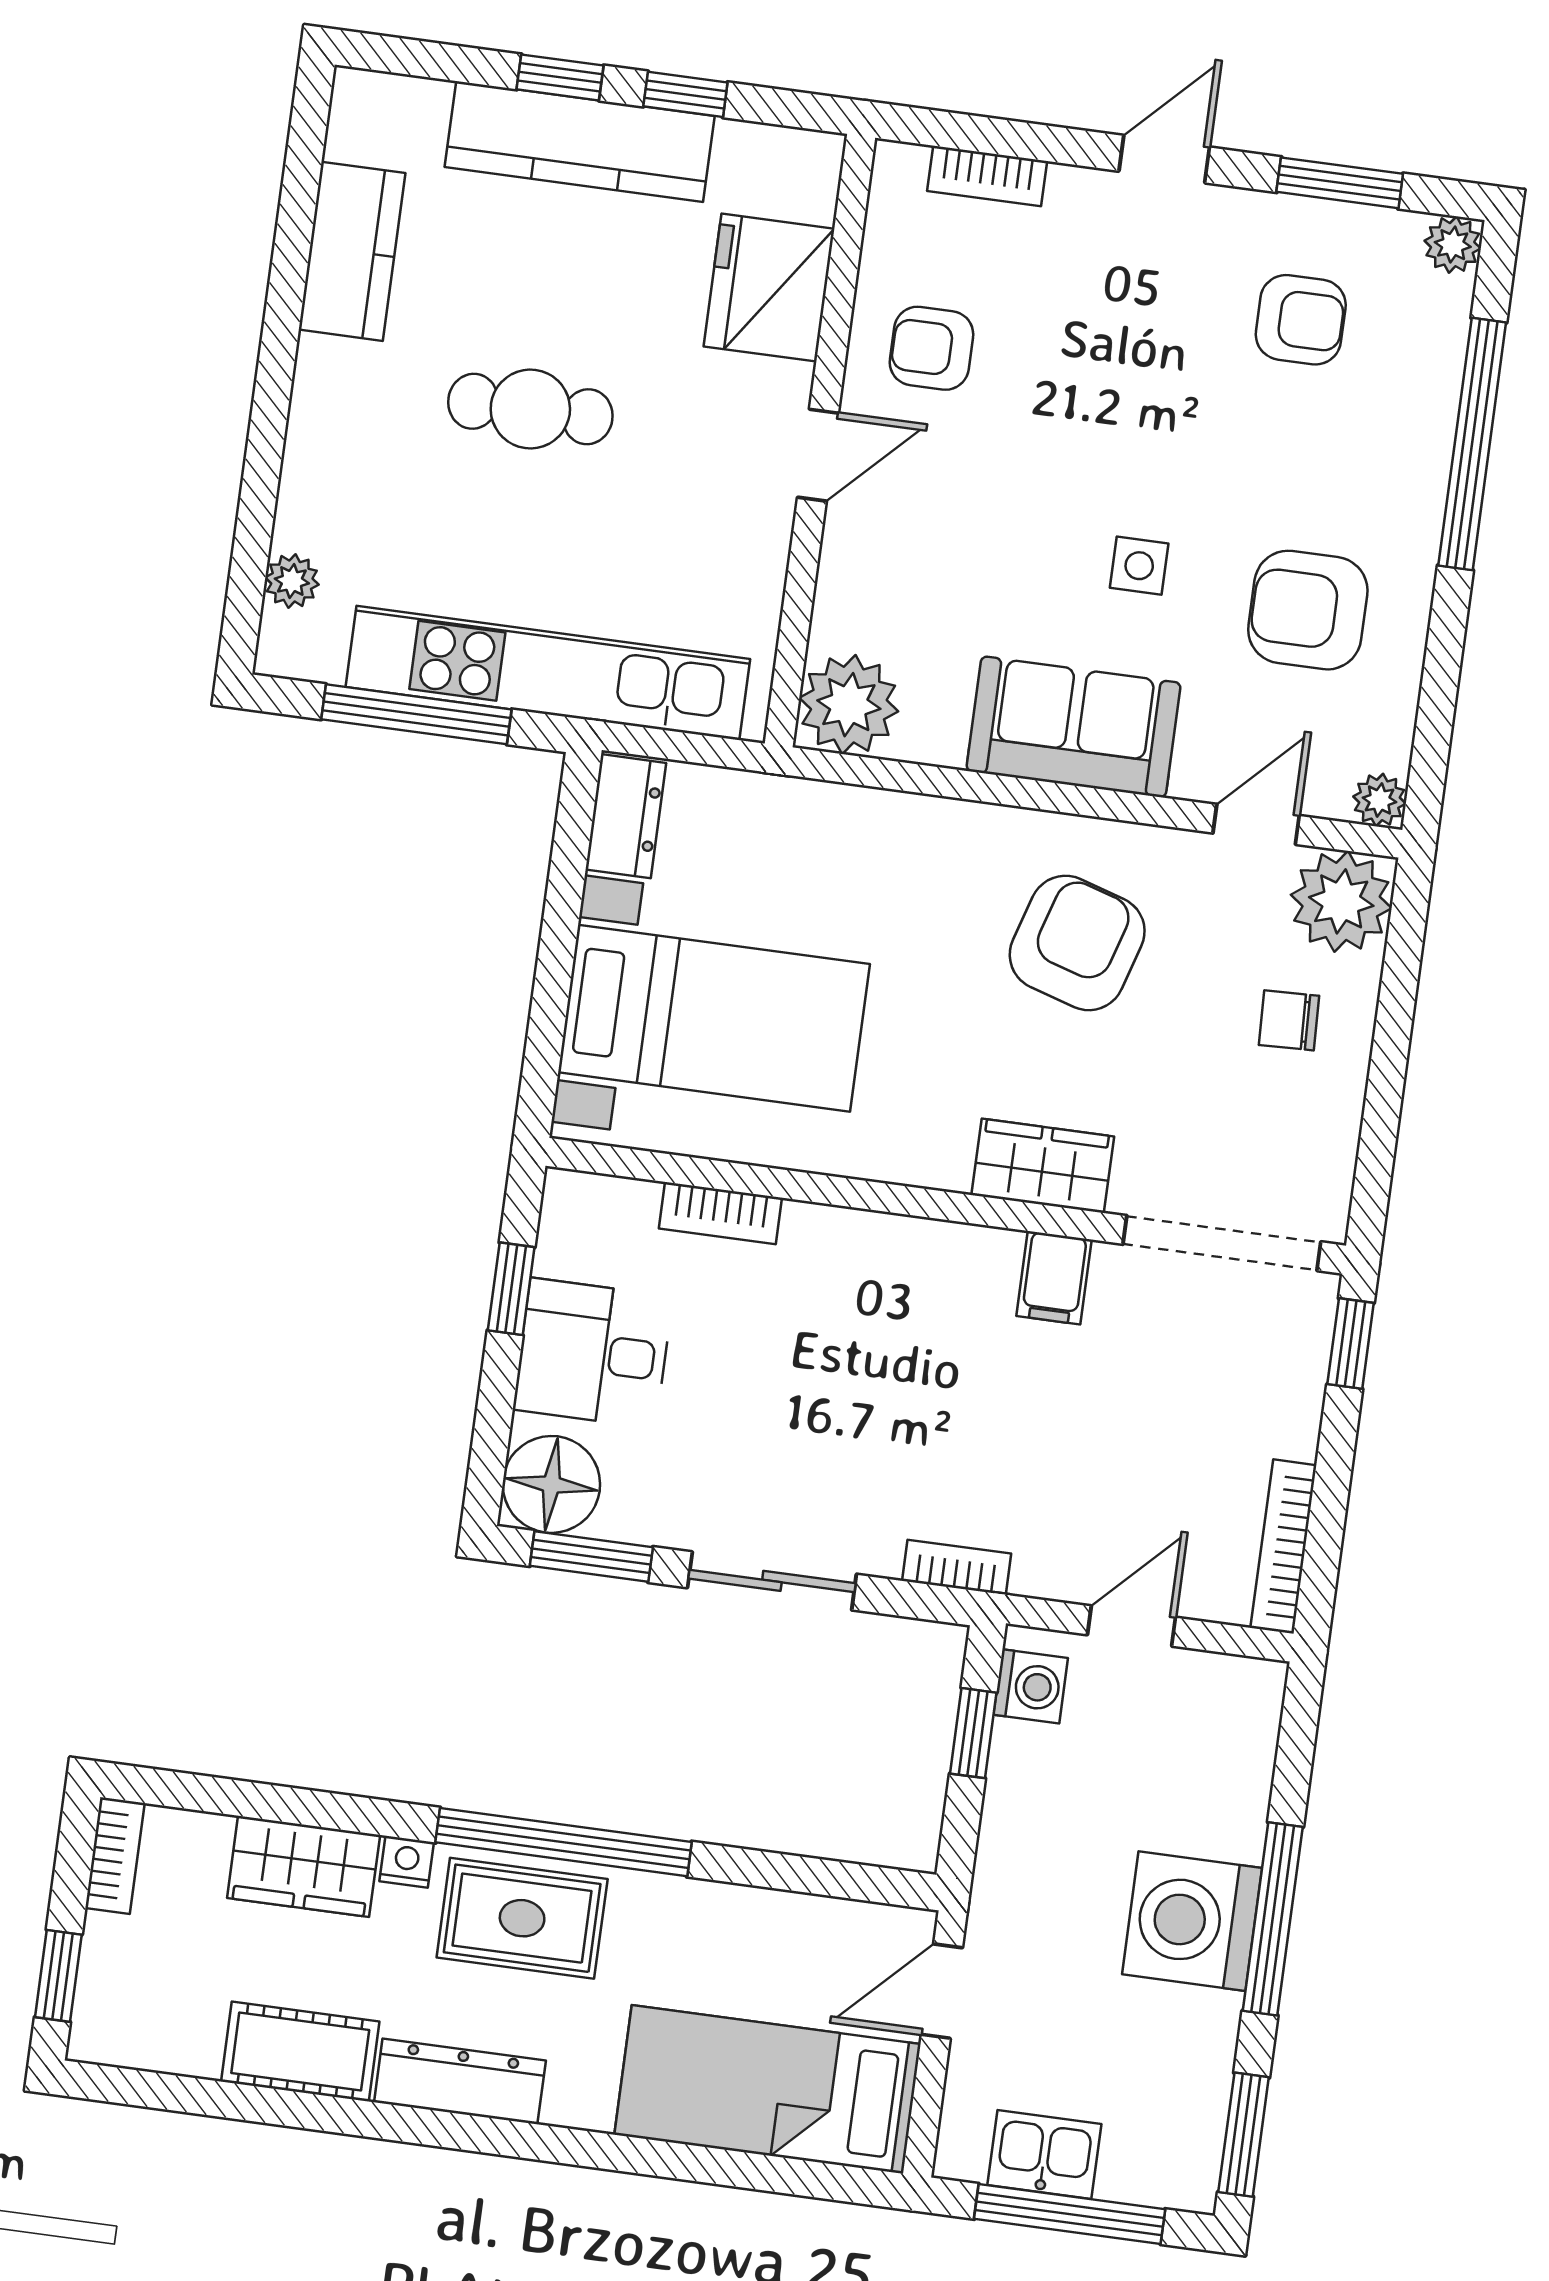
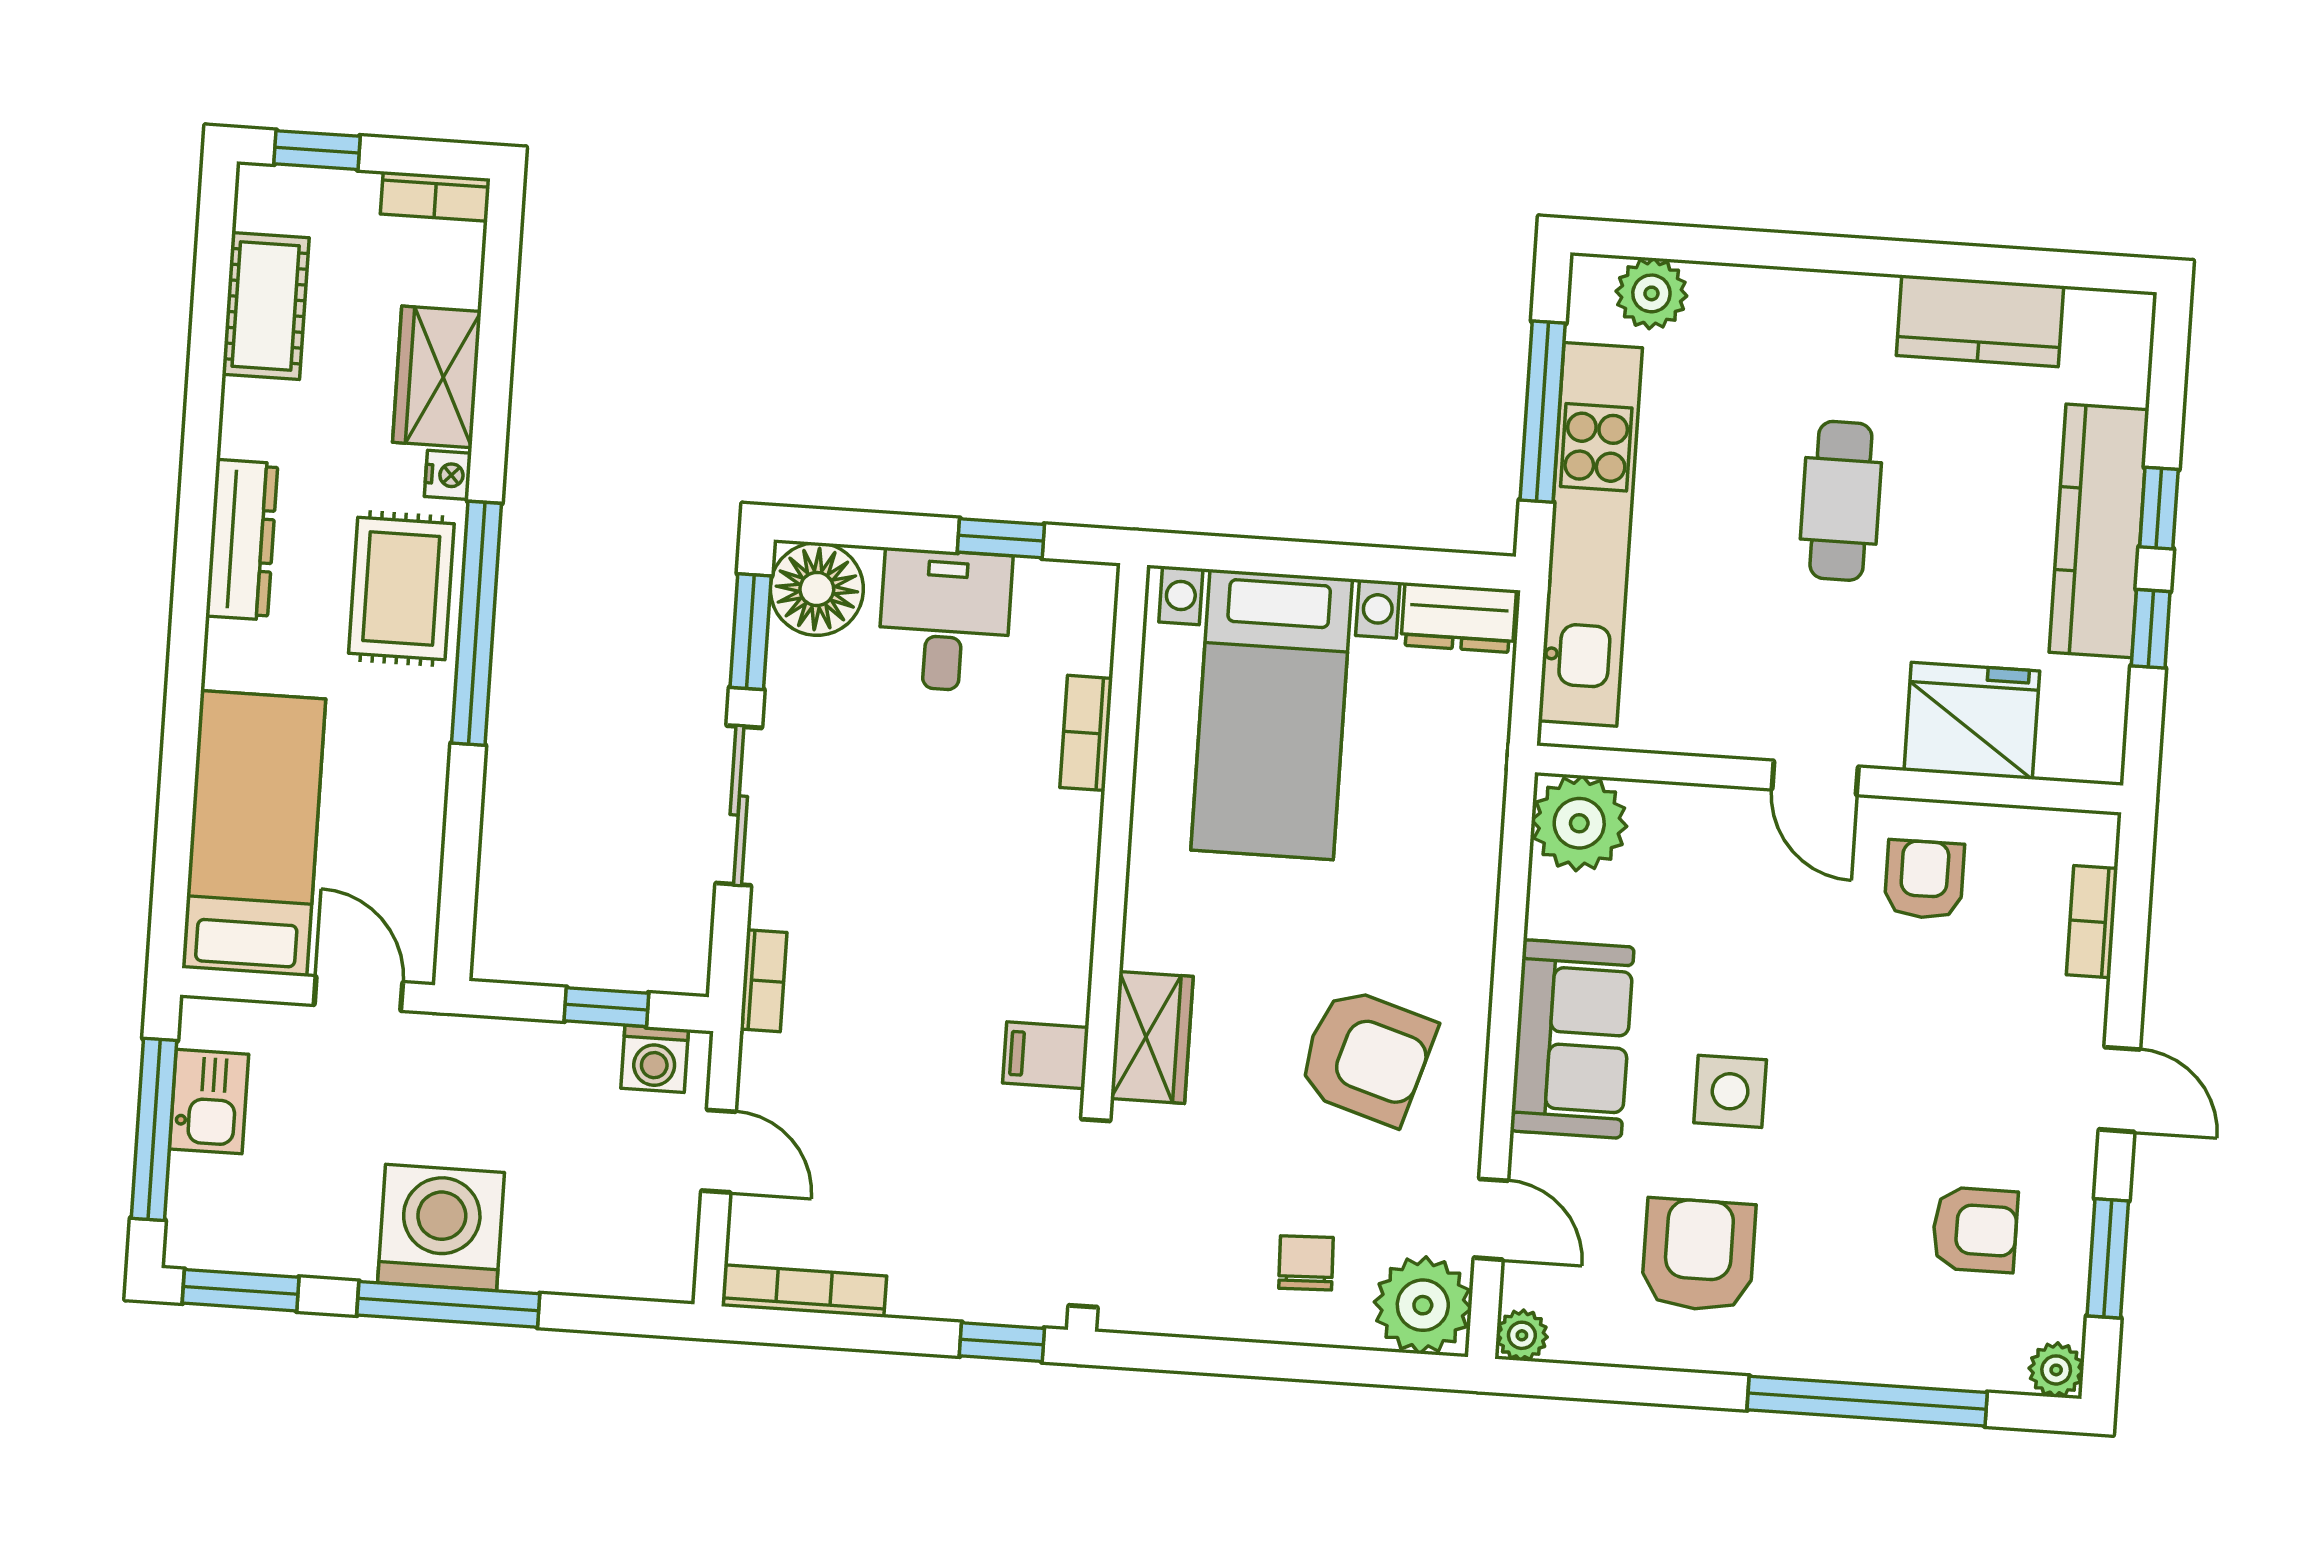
armchair: (1301, 320) -> (1975, 1230), turned -90
side table: (1139, 566) -> (1730, 1091), width x1.37, depth x1.37
plant: (292, 581) -> (1651, 293), width x1.38, depth x1.38
cot: (300, 2051) -> (266, 306), moved

